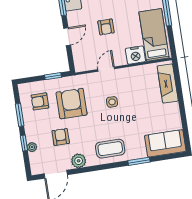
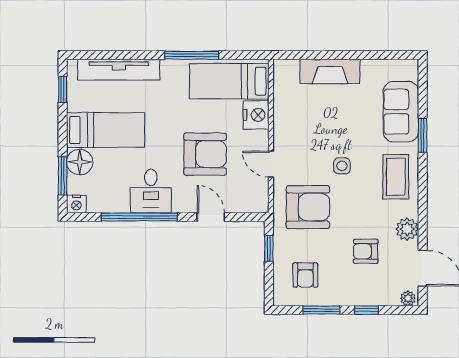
armchair: (106, 27) -> (205, 154), width x1.88, depth x1.88
fireplace: (168, 83) -> (330, 72), moved
side table: (112, 102) -> (342, 166), moved
armchair: (72, 104) -> (308, 207), moved, turned 180
sofa: (165, 143) -> (401, 112), moved
plant: (32, 147) -> (408, 298), moved

